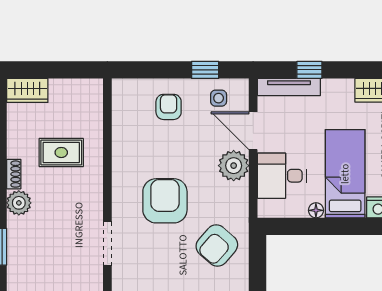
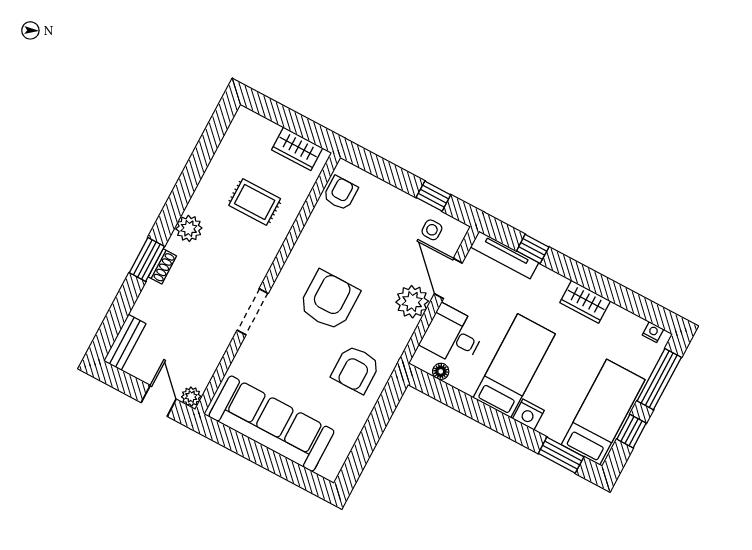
wardrobe: (27, 90) -> (297, 149), moved
armchair: (169, 107) -> (340, 193), moved
shoe rack: (14, 174) -> (162, 266), moved
floor lamp: (316, 210) -> (441, 371), moved
armchair: (217, 246) -> (356, 369), turned -41

